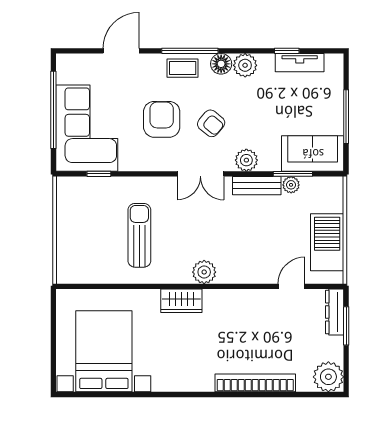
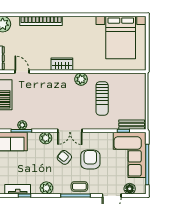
floor lamp: (221, 64) -> (130, 189), moved
armchair: (162, 119) -> (90, 160), turned 180
double door: (200, 174) -> (70, 131), swing flipped
bench: (257, 186) -> (132, 125), moved
plant: (204, 272) -> (81, 79), moved
door: (291, 286) -> (22, 72), swing flipped
wardrobe: (181, 301) -> (62, 64), moved

